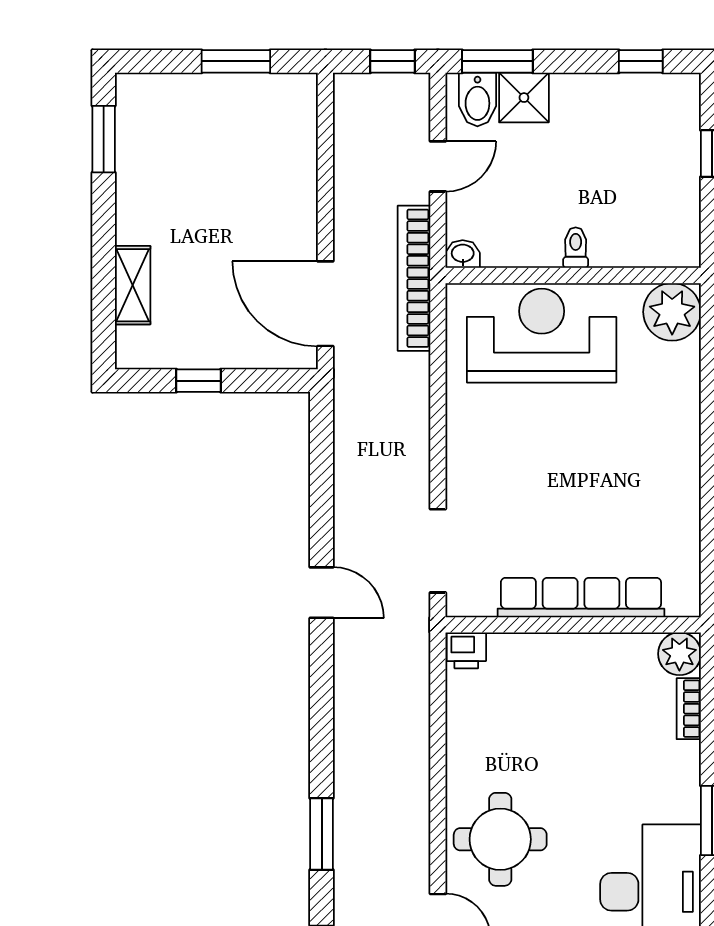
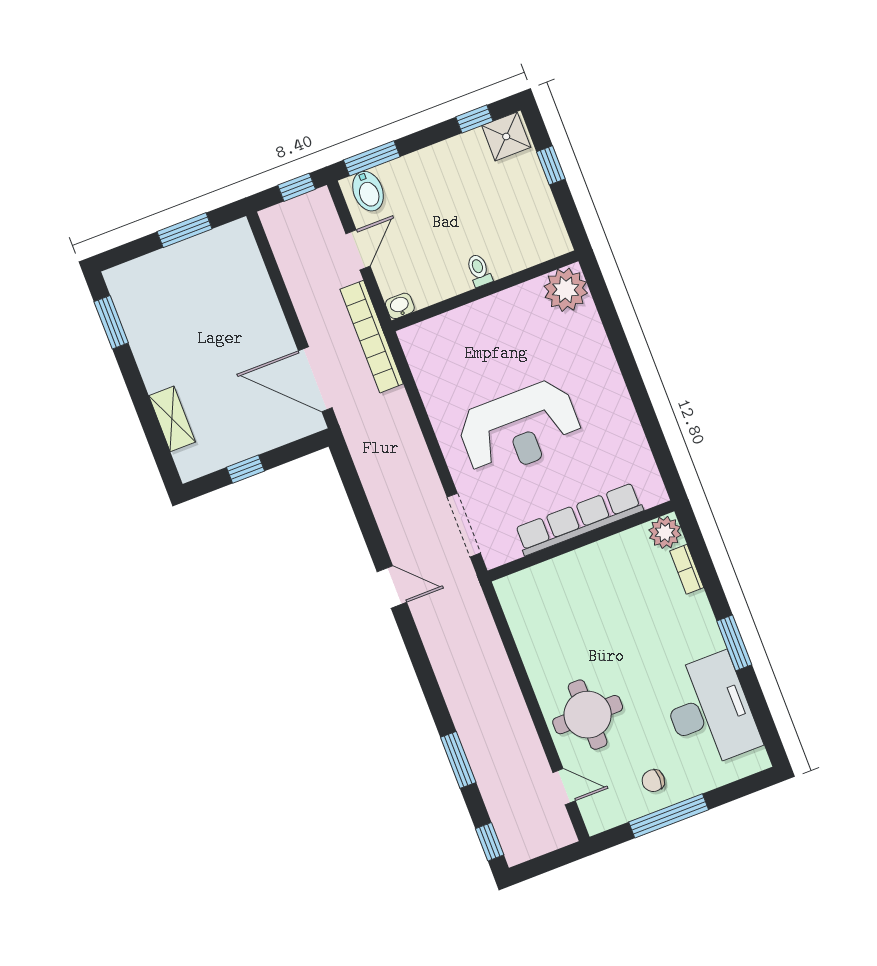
shower: (524, 98) -> (506, 136), moved
reception desk: (542, 336) -> (520, 429), moved, turned 180
printer: (466, 650) -> (511, 589), removed

